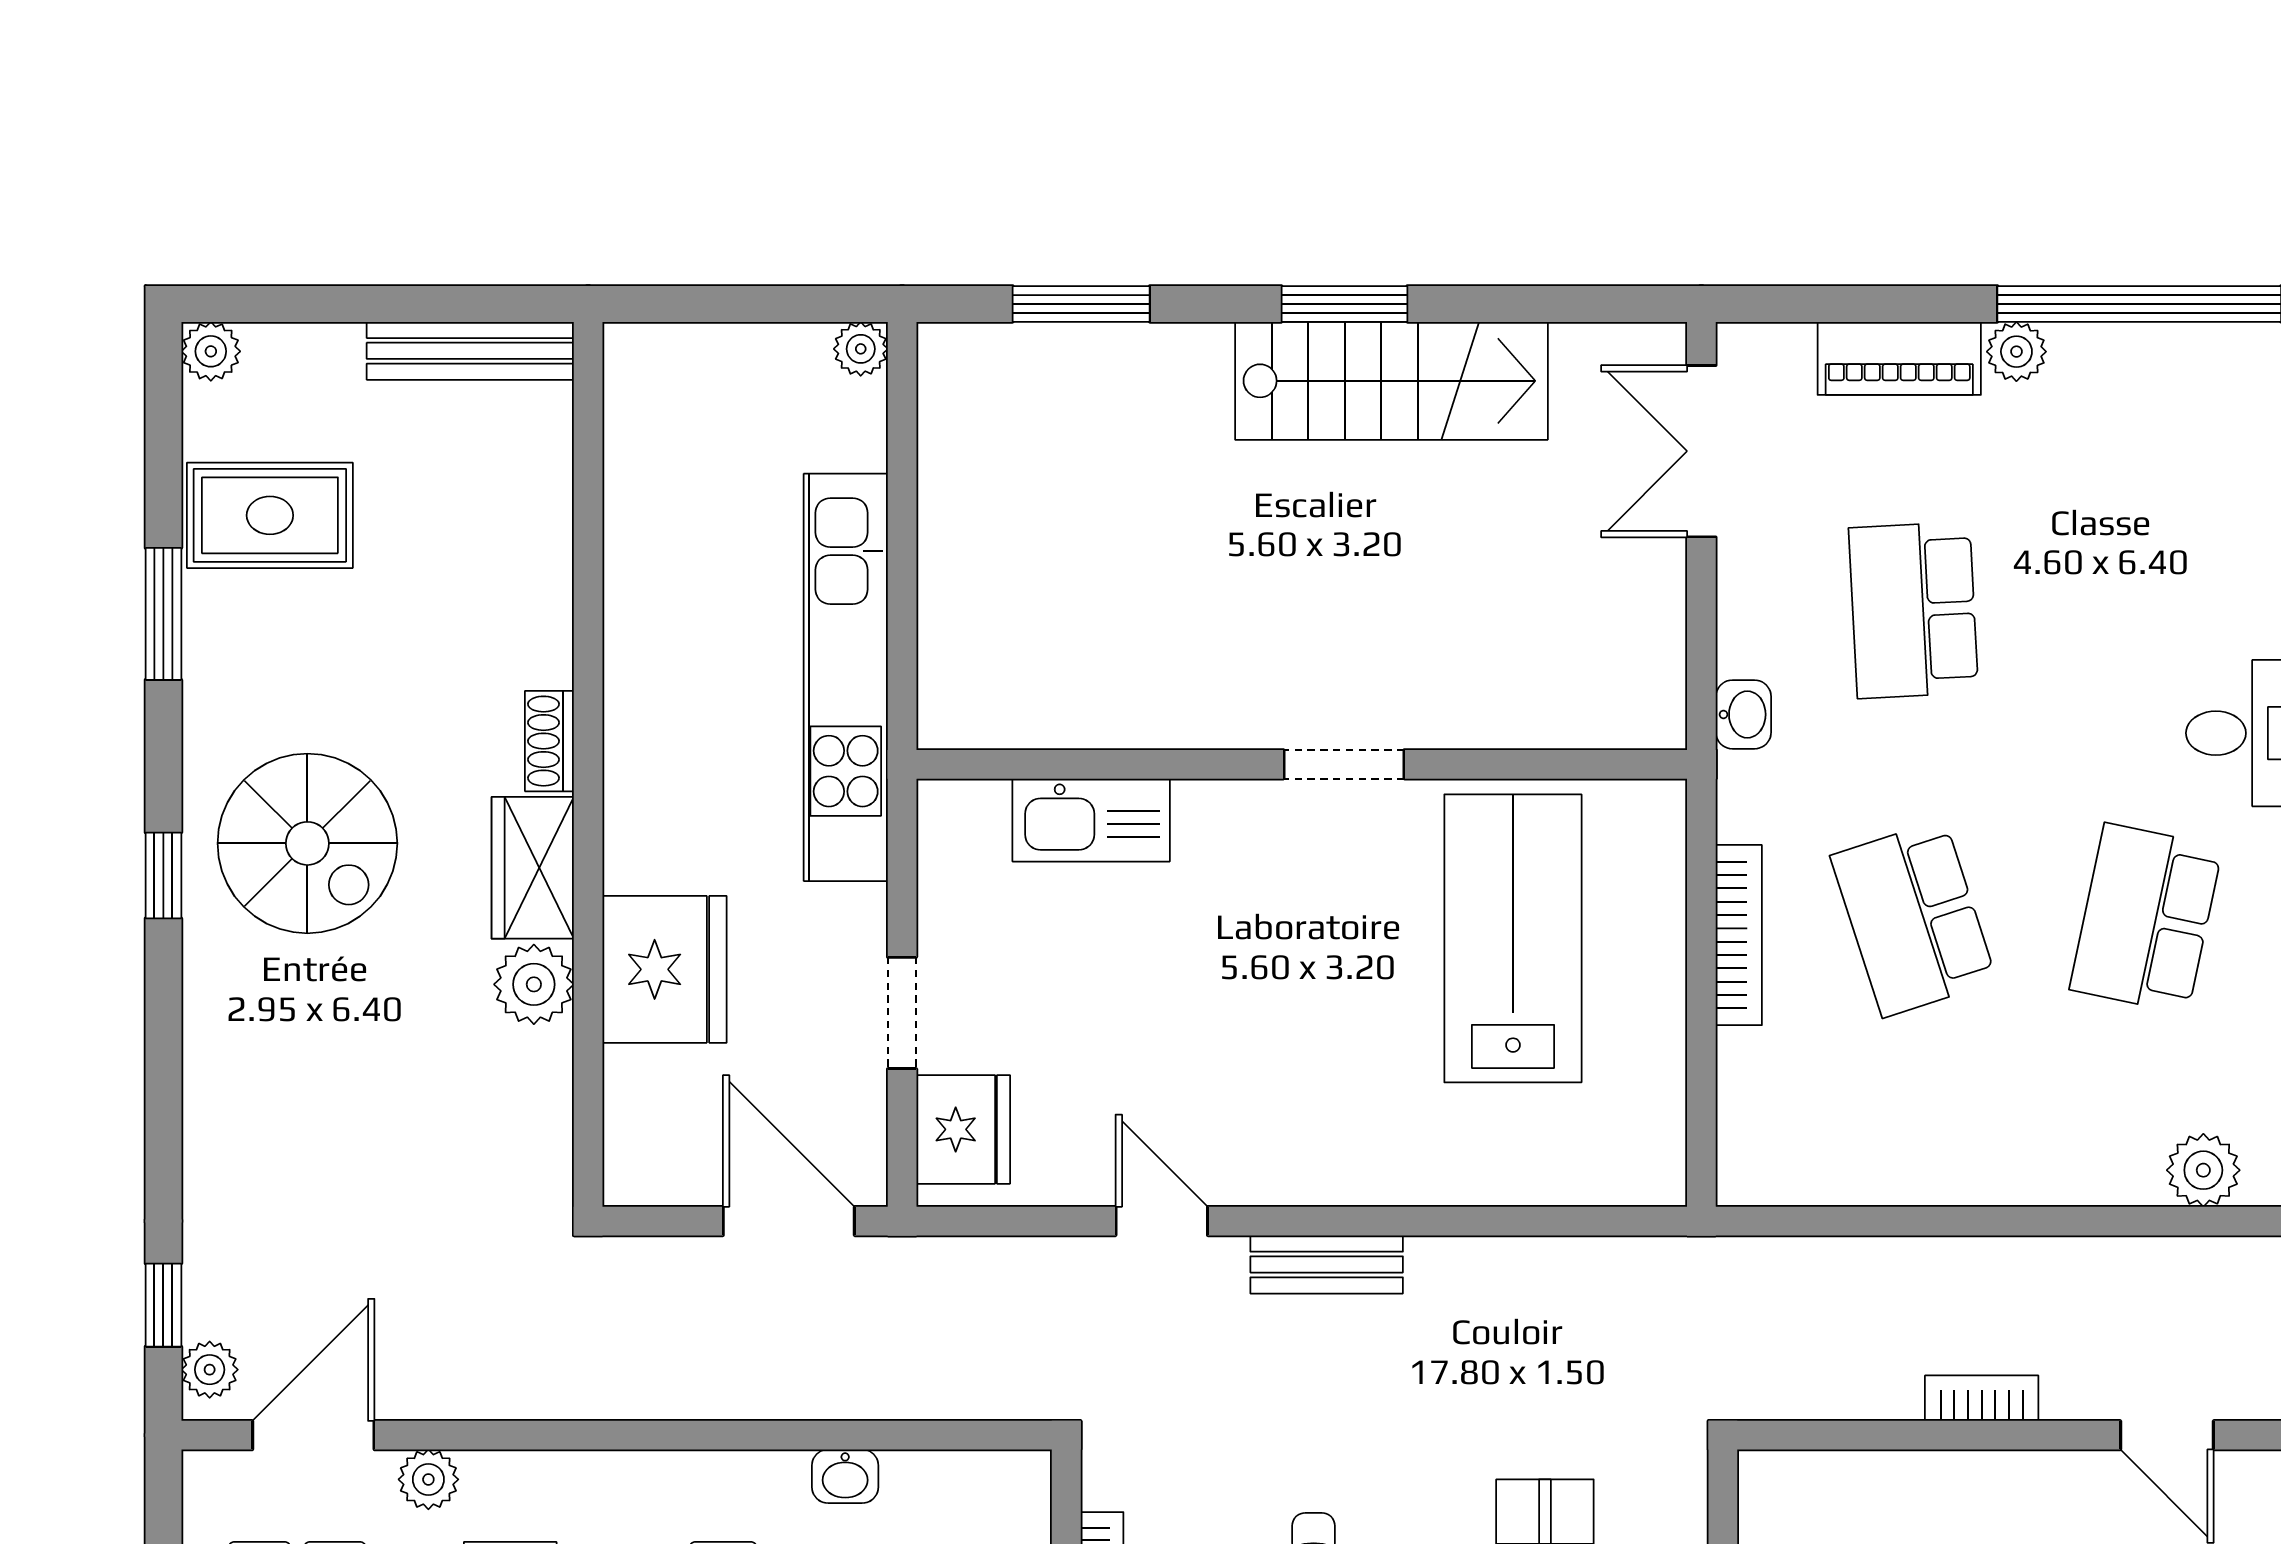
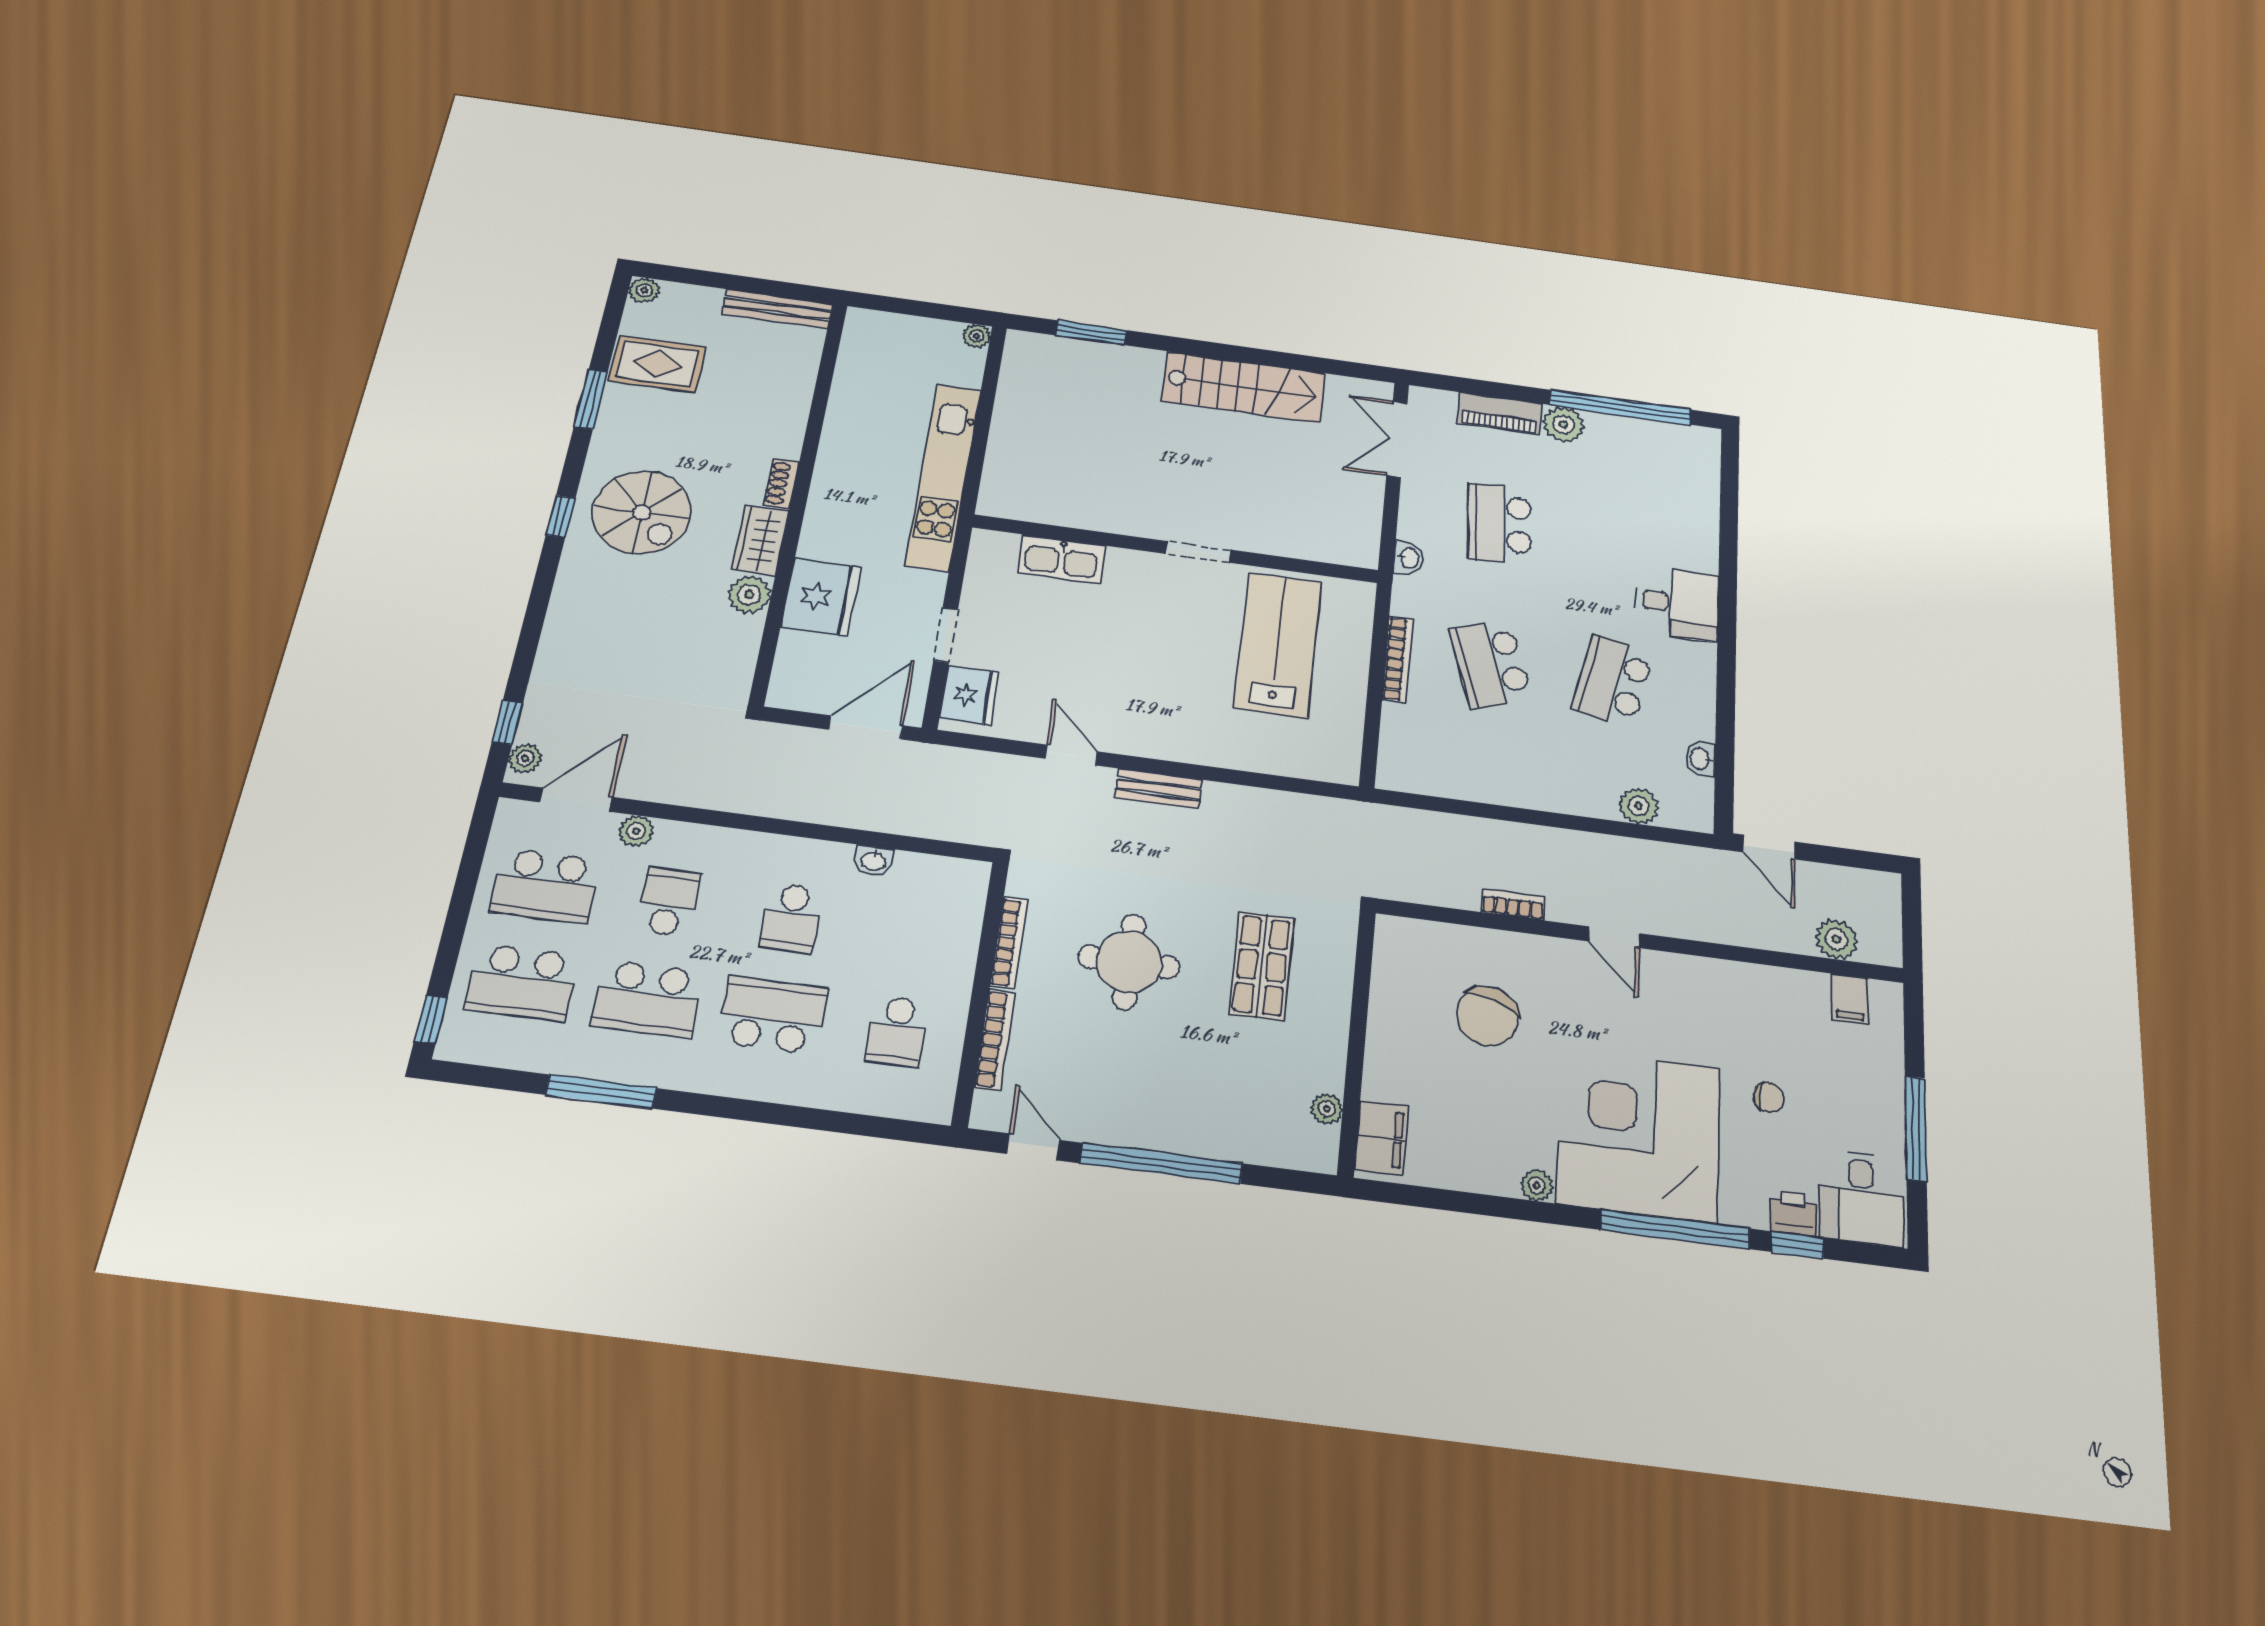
window: (1344, 304) -> (1224, 351), removed
plant: (2016, 352) -> (1564, 424), width x1.38, depth x1.38
door: (789, 1221) -> (866, 727), hinge flipped

